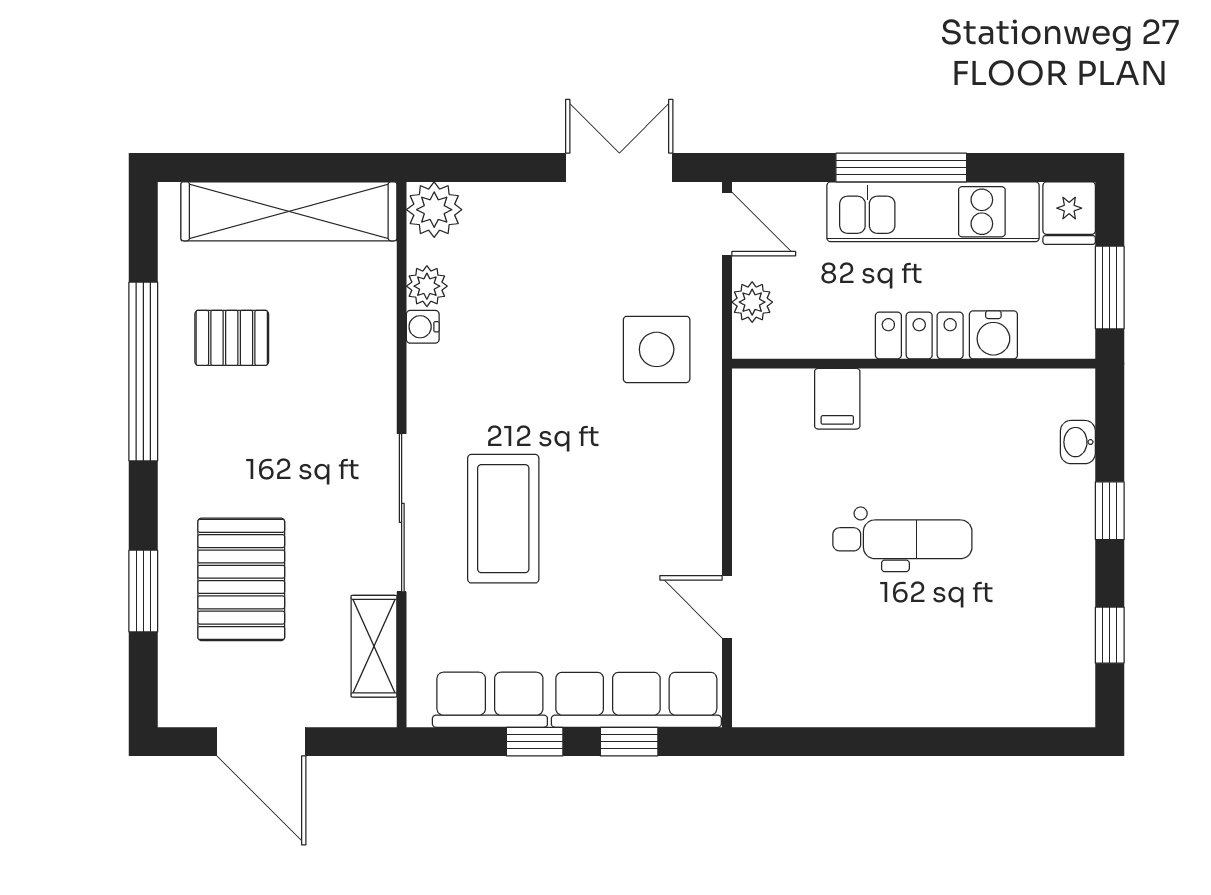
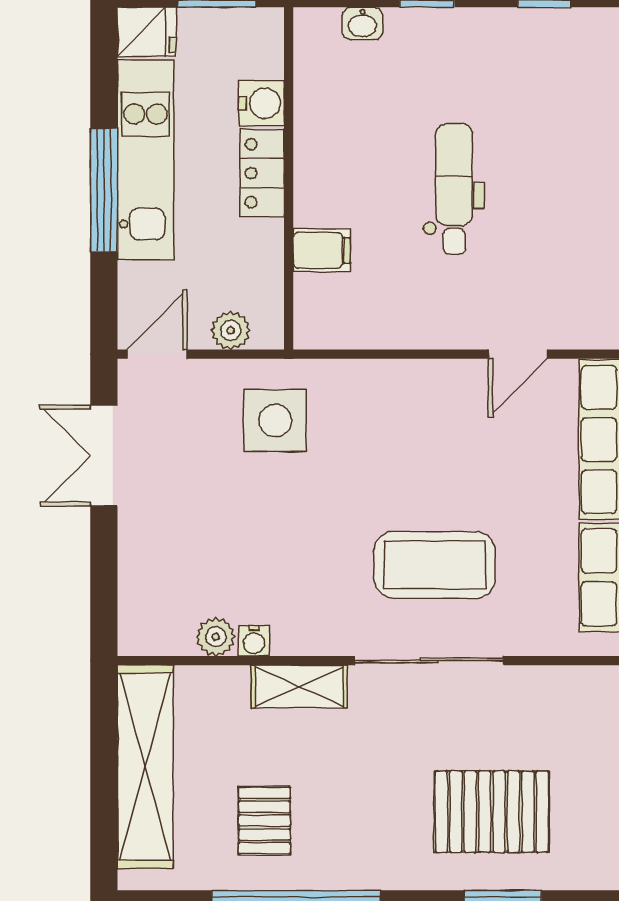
plant: (434, 210) -> (144, 630), removed
shelving: (374, 646) -> (299, 687), moved

